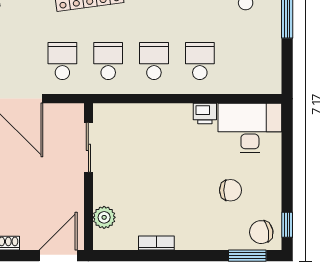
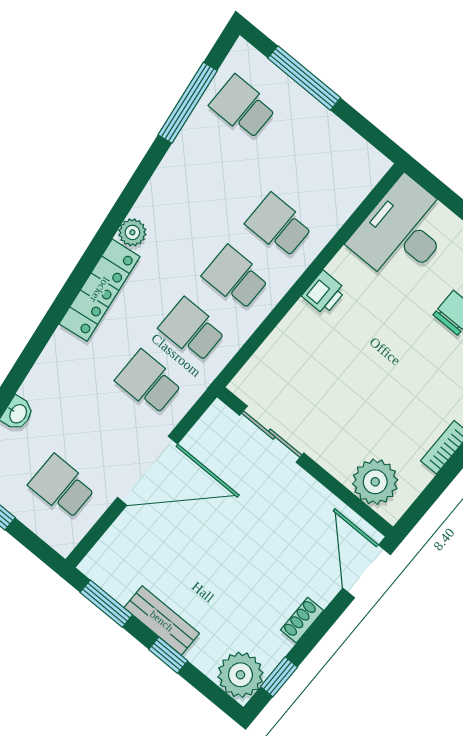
printer: (205, 113) -> (324, 293), moved
plant: (104, 217) -> (375, 482), width x1.36, depth x1.36

